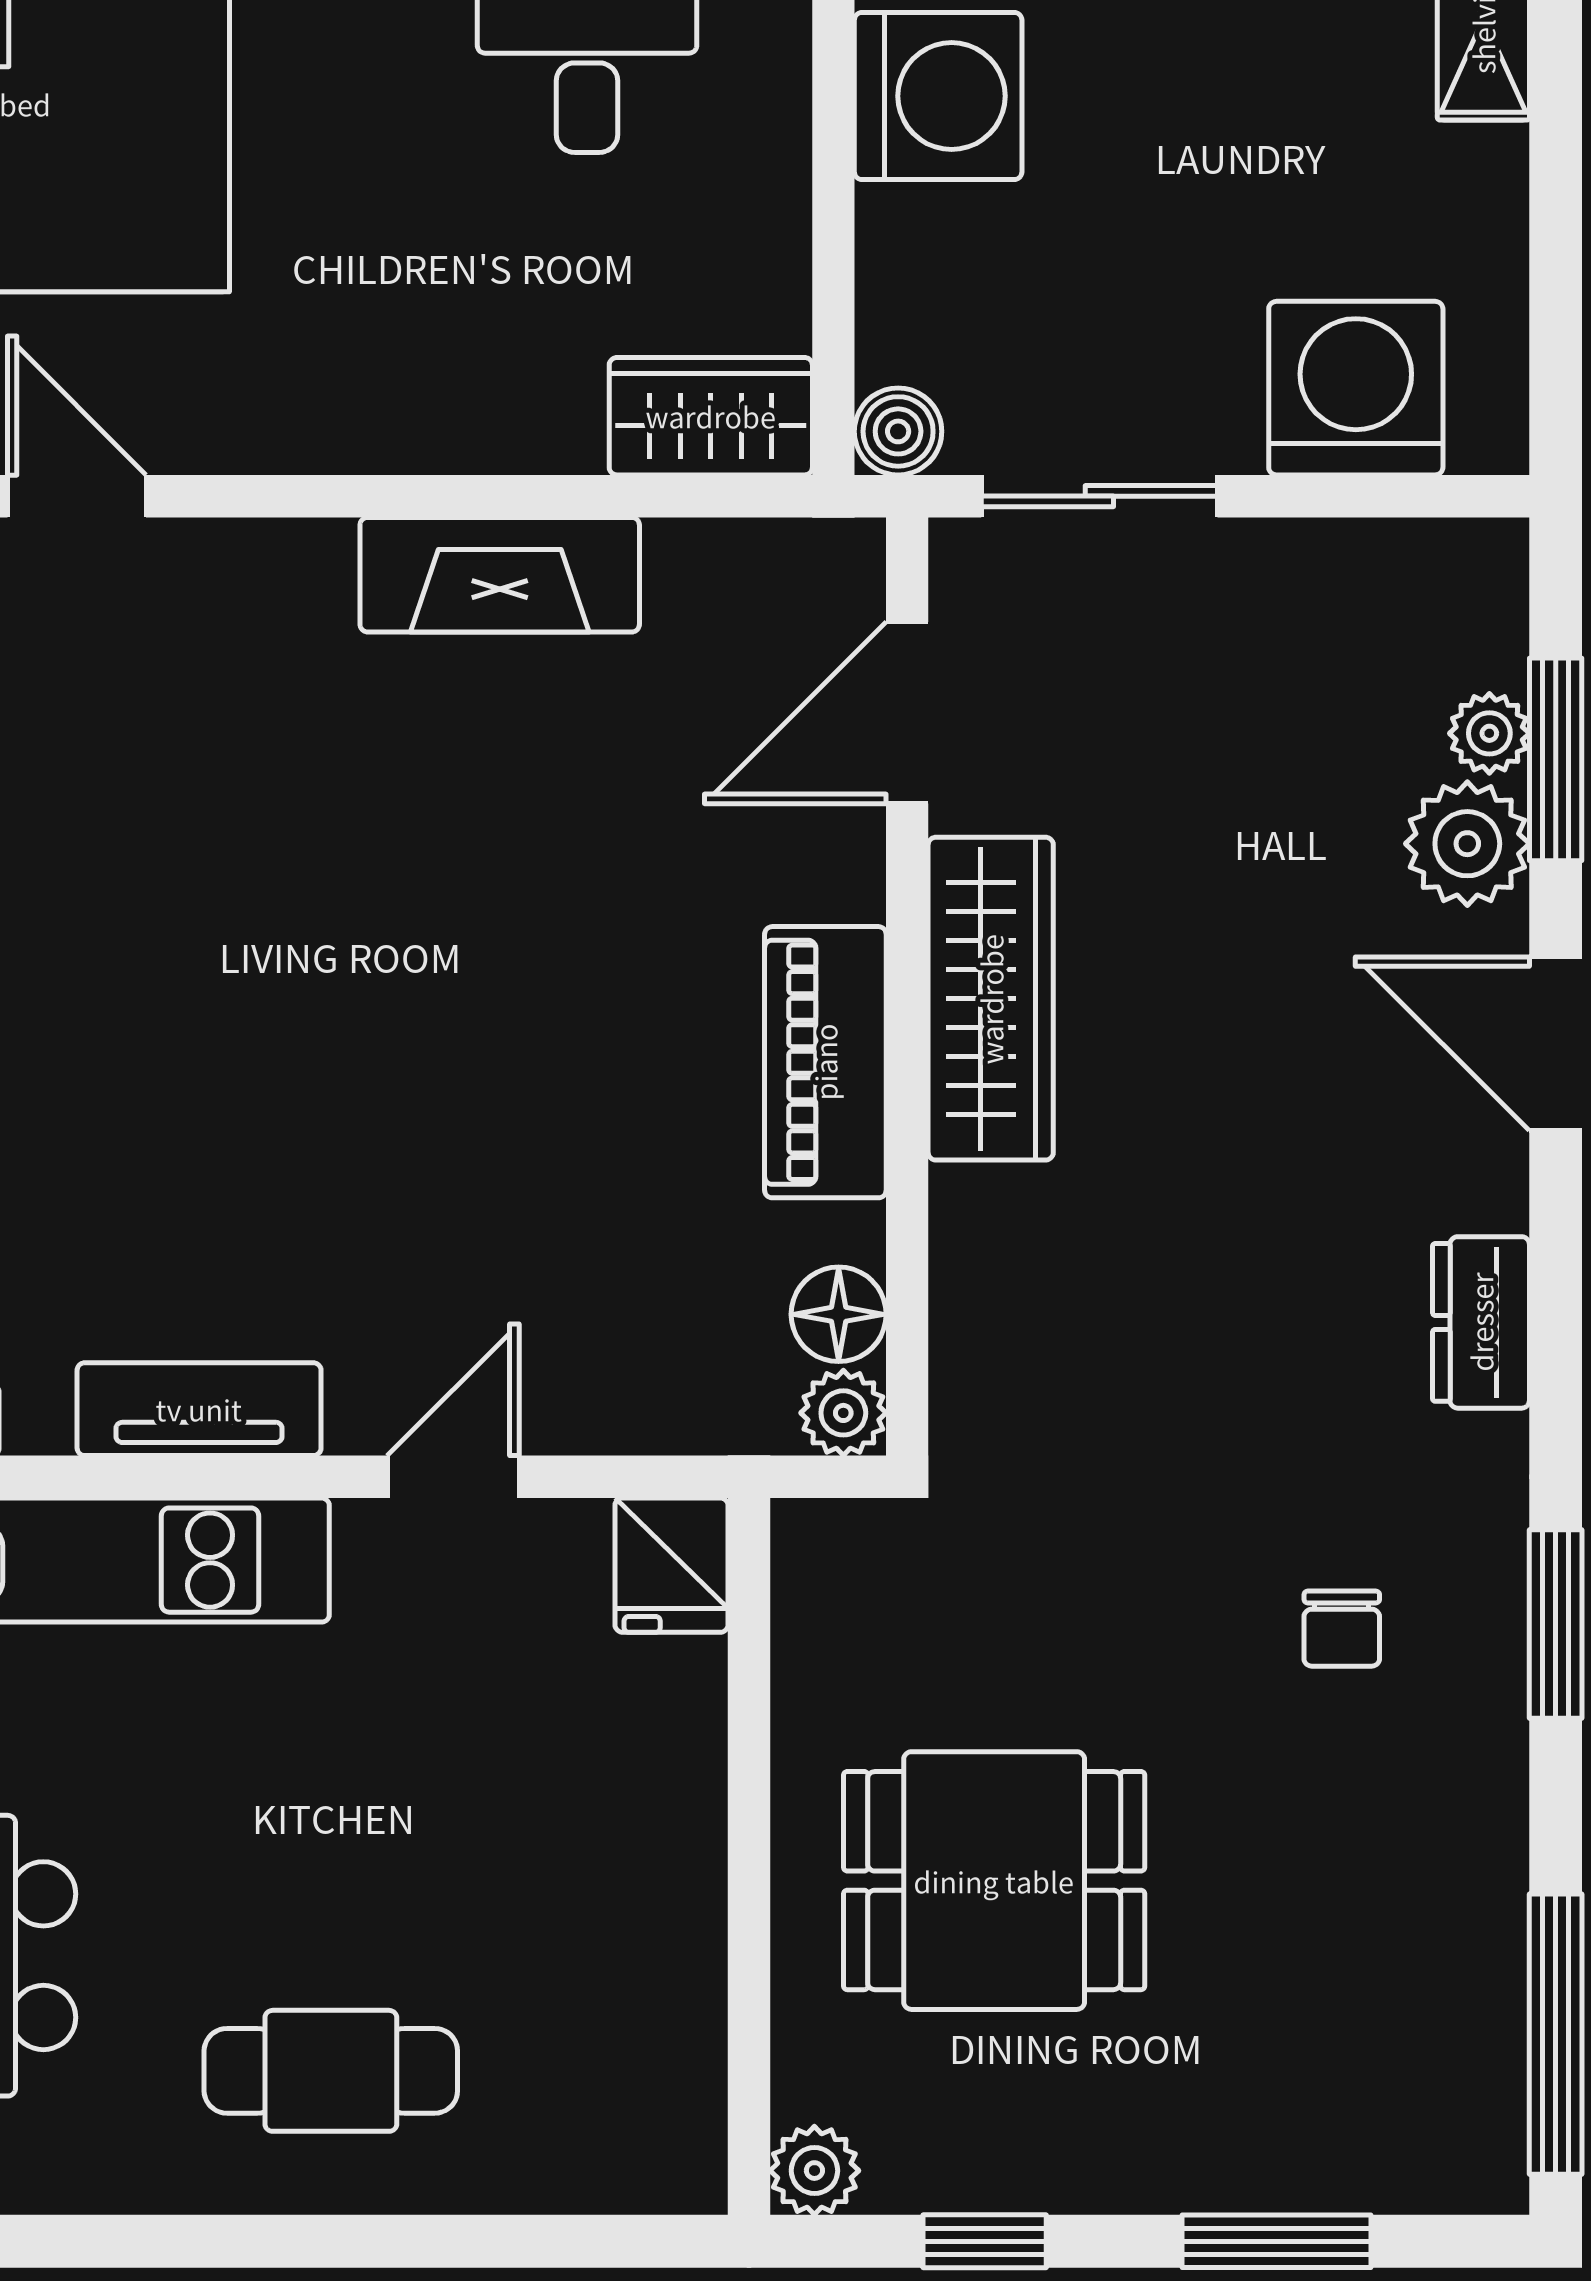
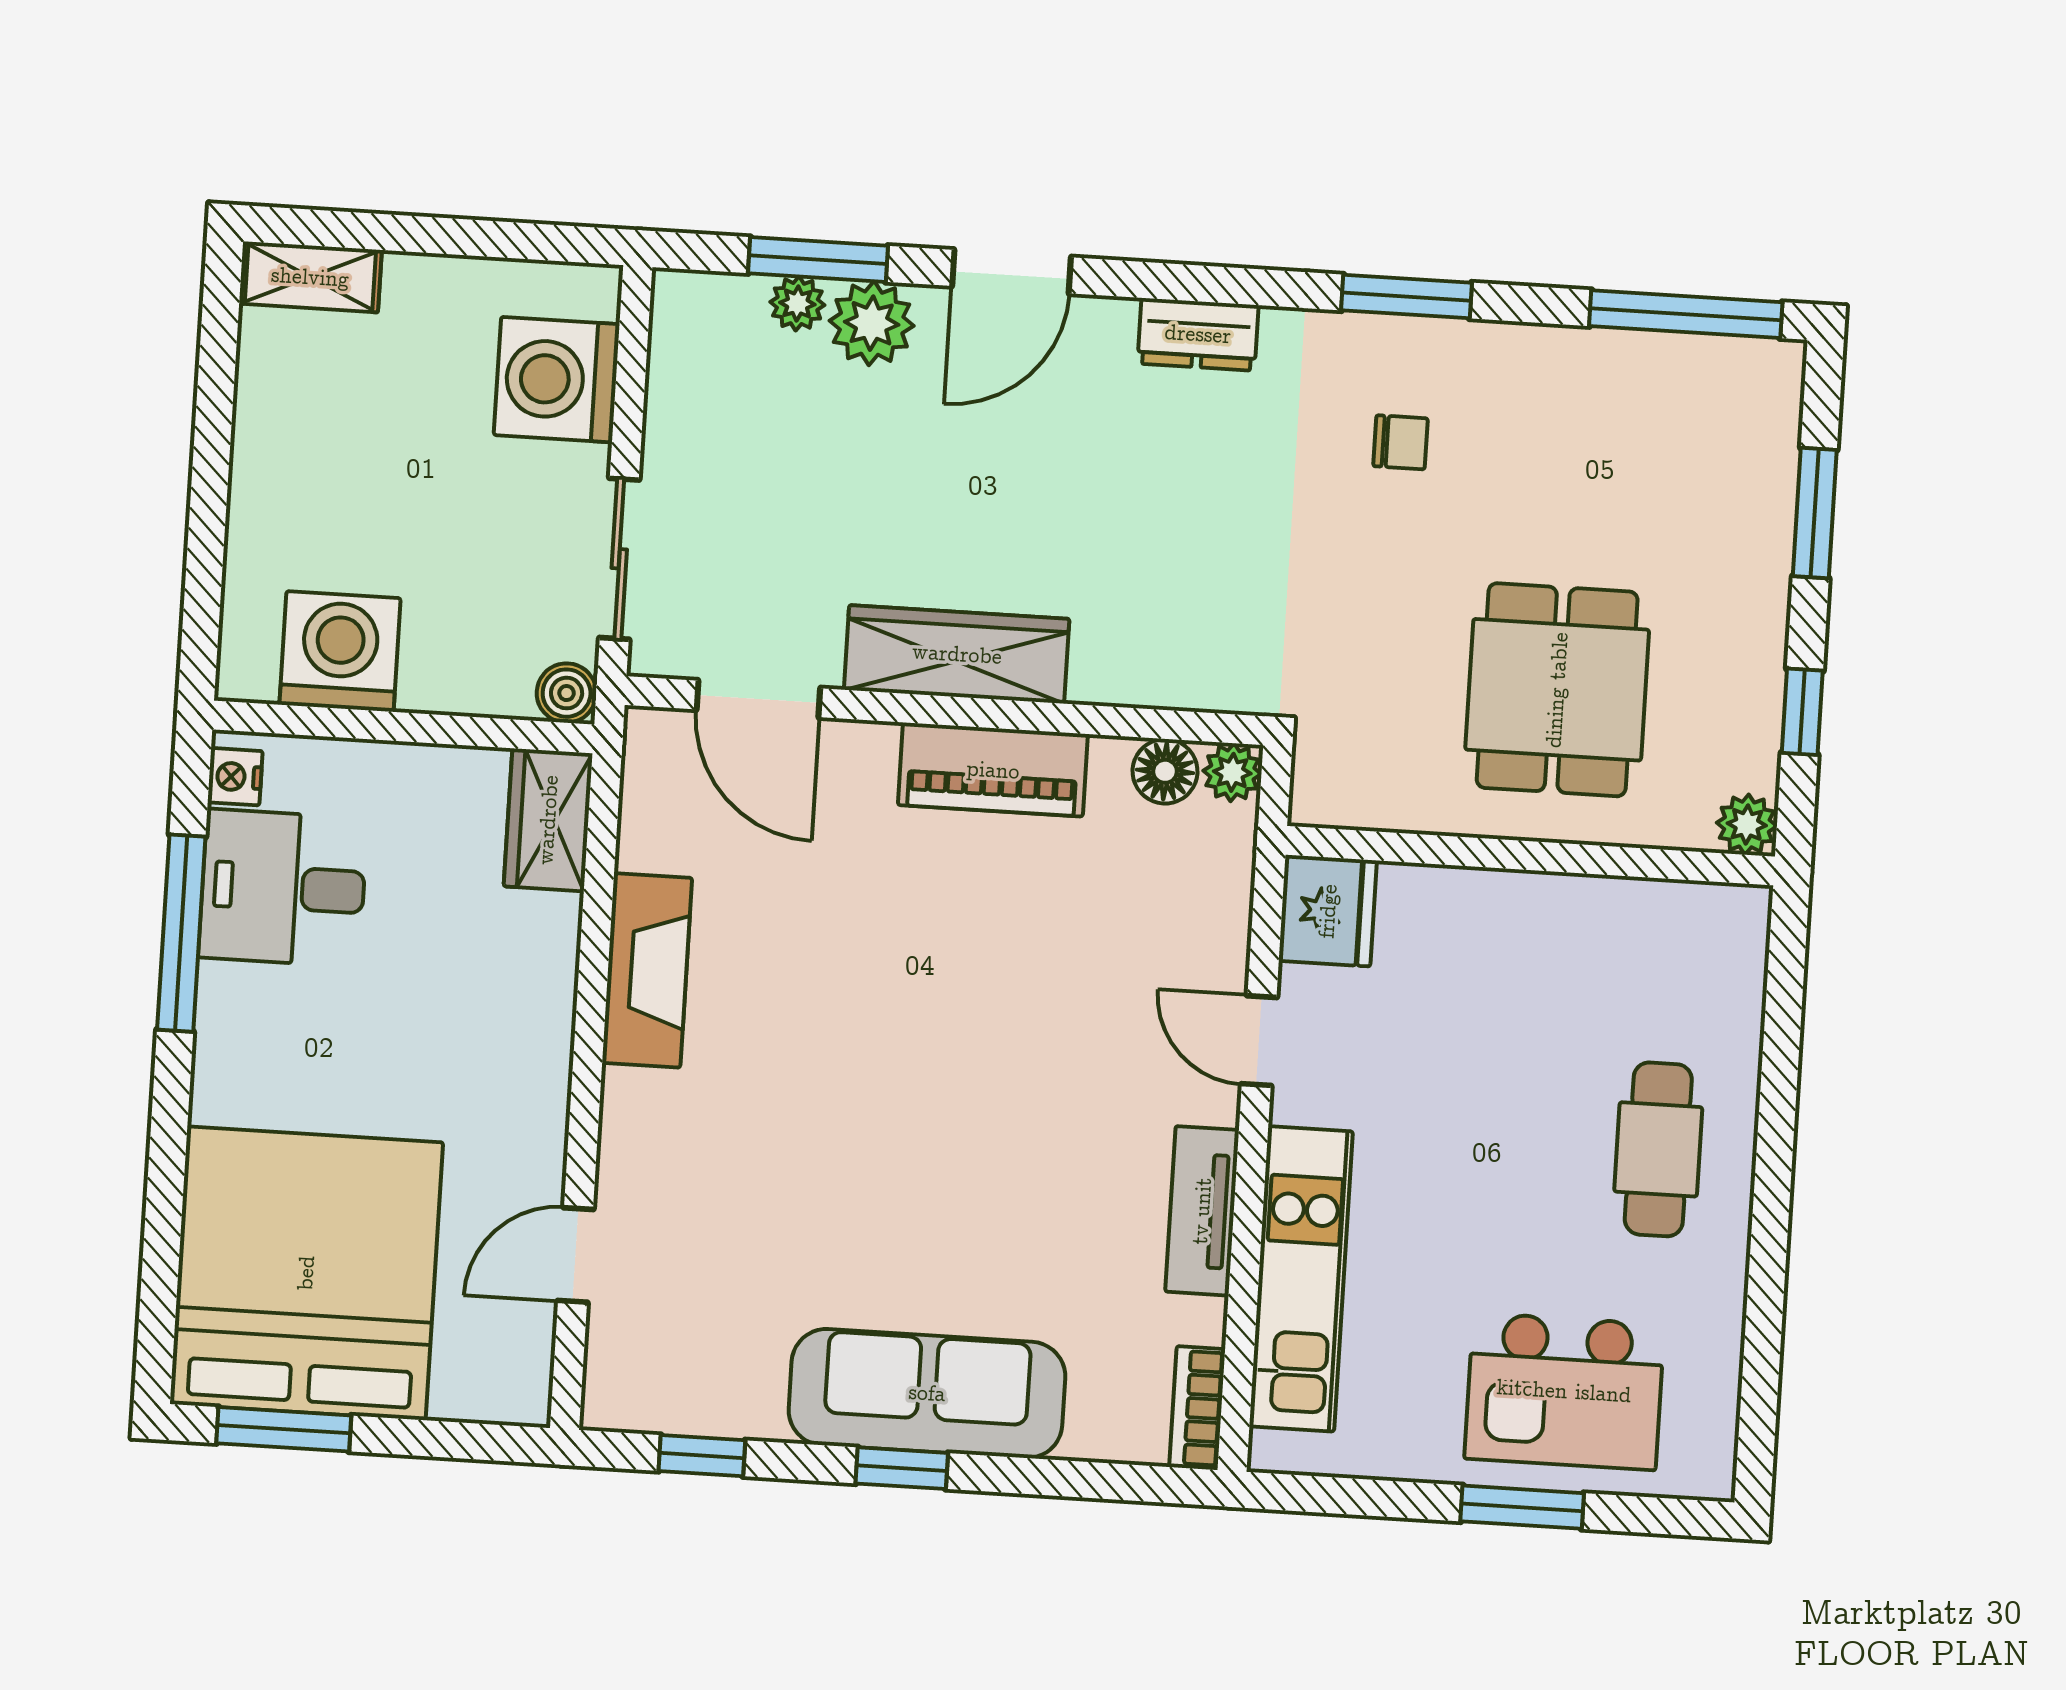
fridge: (671, 1565) -> (1328, 911), width x1.38

